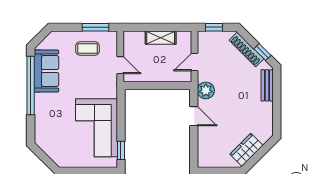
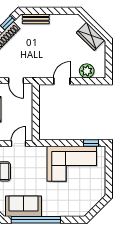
plant: (206, 90) -> (87, 71), moved

